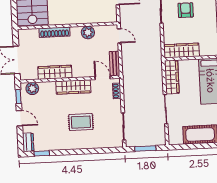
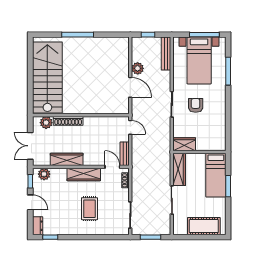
plant: (88, 32) -> (46, 123), moved
wardrobe: (182, 51) -> (184, 144), width x0.67
rug: (81, 122) -> (89, 209), turned 90

